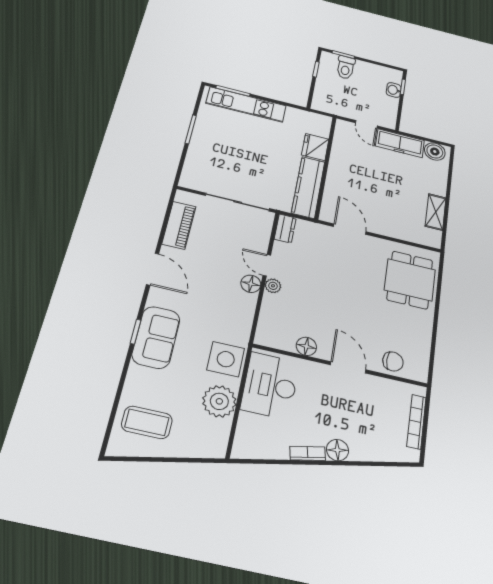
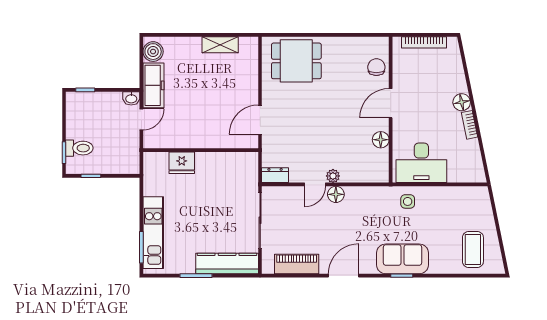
washbasin: (394, 90) -> (131, 98), moved
kitchen counter: (308, 187) -> (227, 263), moved, turned 180
side table: (226, 359) -> (408, 201), width x0.54, depth x0.54
plant: (219, 401) -> (444, 199), removed

